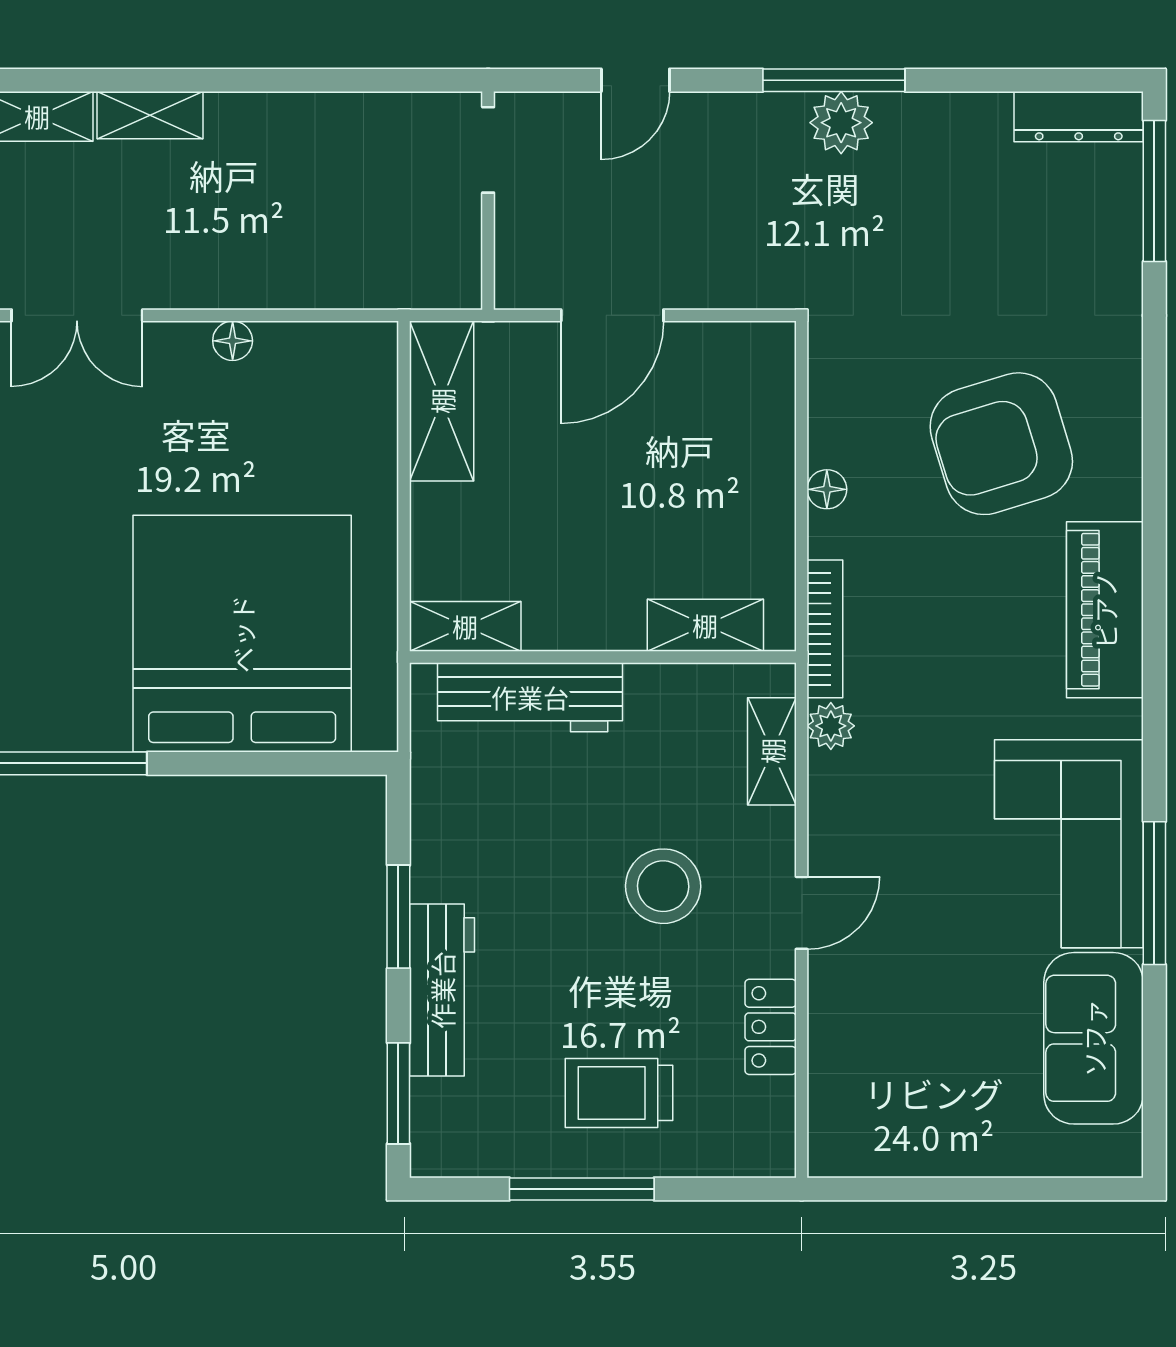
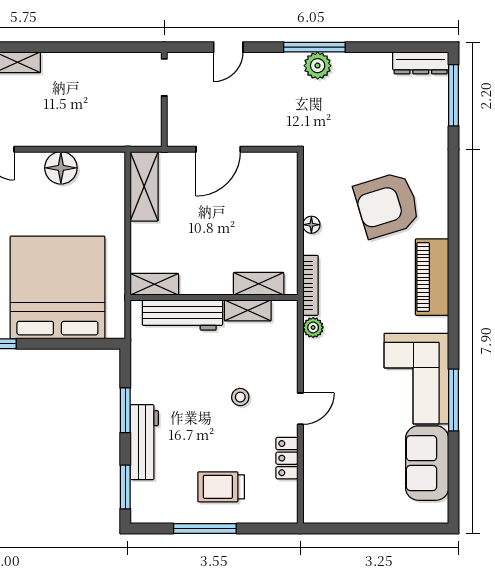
floor lamp: (233, 341) -> (61, 168), width x1.89, depth x1.89
shelving: (772, 751) -> (248, 310), moved, turned 90
stool: (663, 886) -> (240, 397), width x0.53, depth x0.53

